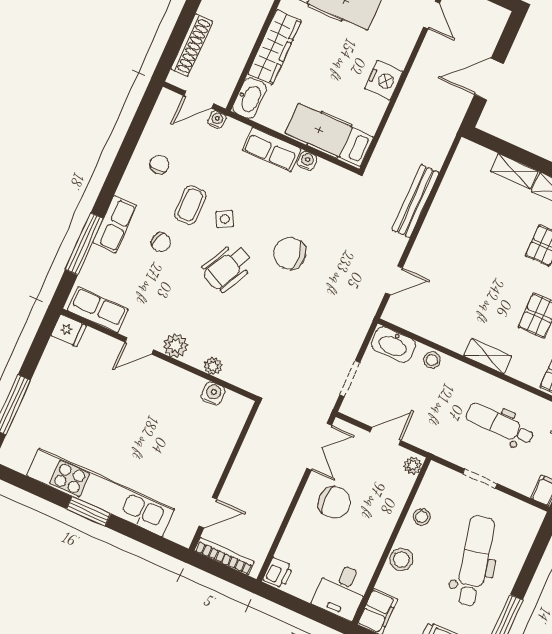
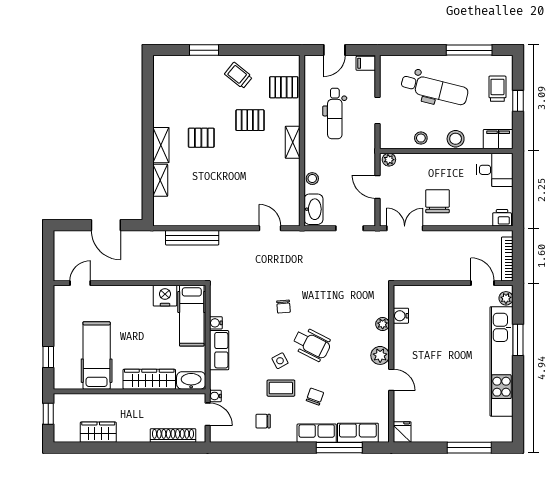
nightstand: (384, 80) -> (165, 296), moved
bench: (415, 201) -> (192, 238), moved
chair: (290, 253) -> (283, 307), width x0.54, depth x0.54
row of seats: (98, 310) -> (358, 433), moved, turned 90
window: (89, 511) -> (518, 340), moved
plant: (176, 533) -> (506, 298), added
dental chair: (475, 561) -> (434, 89), turned -153

